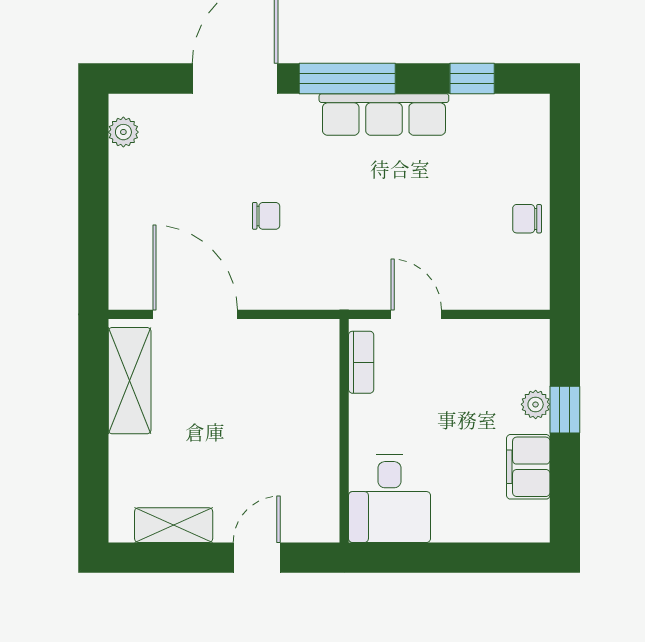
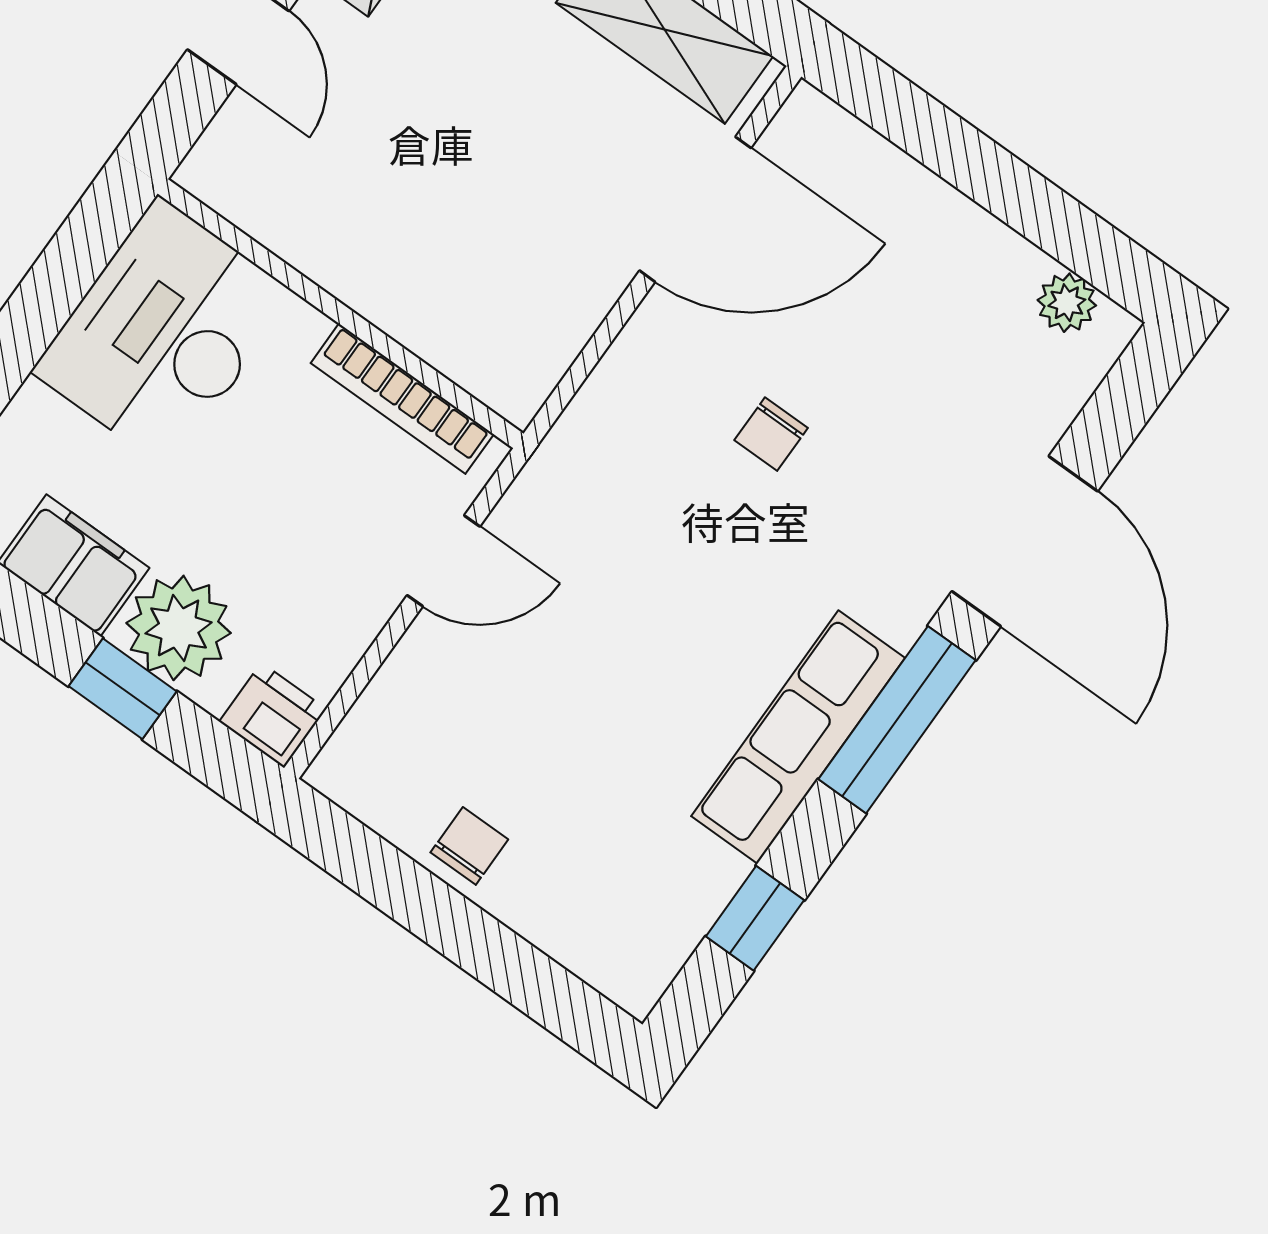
printer: (531, 339) -> (273, 715), added
bookcase: (361, 362) -> (402, 399), width x1.56
plant: (536, 404) -> (179, 628), width x1.88, depth x1.88
desk: (390, 499) -> (164, 333), width x1.37

